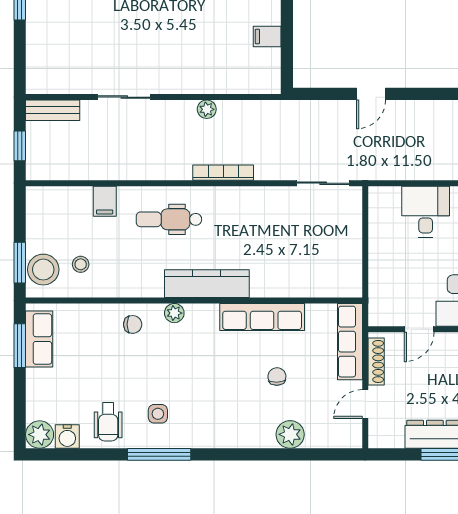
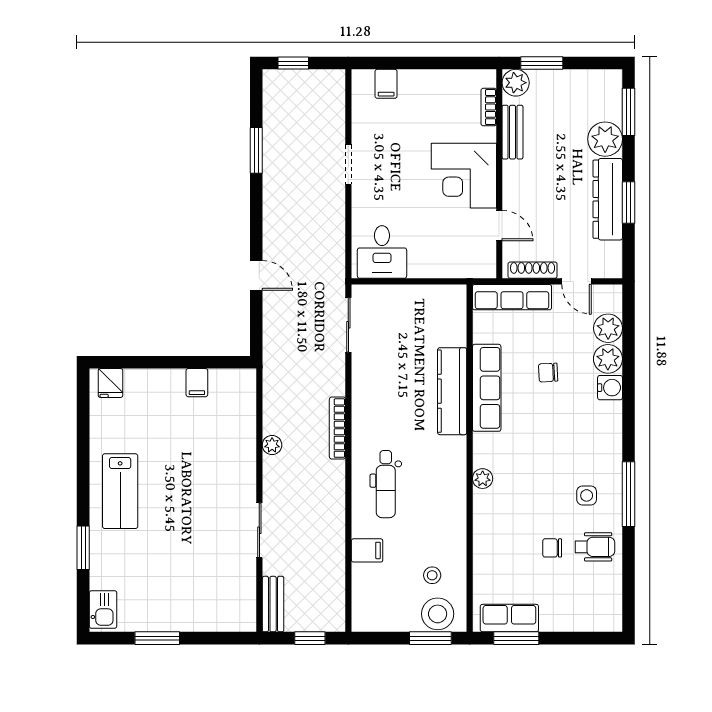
desk: (426, 212) -> (382, 252), moved, turned -90
kitchen counter: (207, 284) -> (452, 391), moved
chair: (133, 324) -> (552, 548), moved, turned -90
plant: (40, 435) -> (608, 328), moved
water cooler: (67, 436) -> (610, 388), moved

